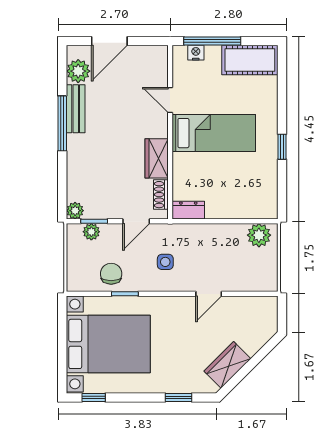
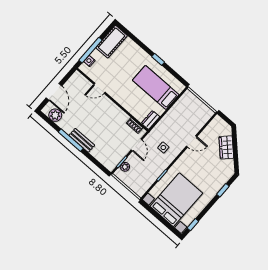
bench: (76, 109) -> (82, 140), moved
bed: (214, 133) -> (156, 87), moved, turned -90
wardrobe: (157, 158) -> (118, 114), removed
plant: (75, 211) -> (111, 166), removed
plant: (259, 235) -> (186, 100), removed
chair: (111, 274) -> (149, 174), removed
door: (209, 294) -> (192, 141), hinge flipped
wardrobe: (227, 365) -> (226, 147), moved

